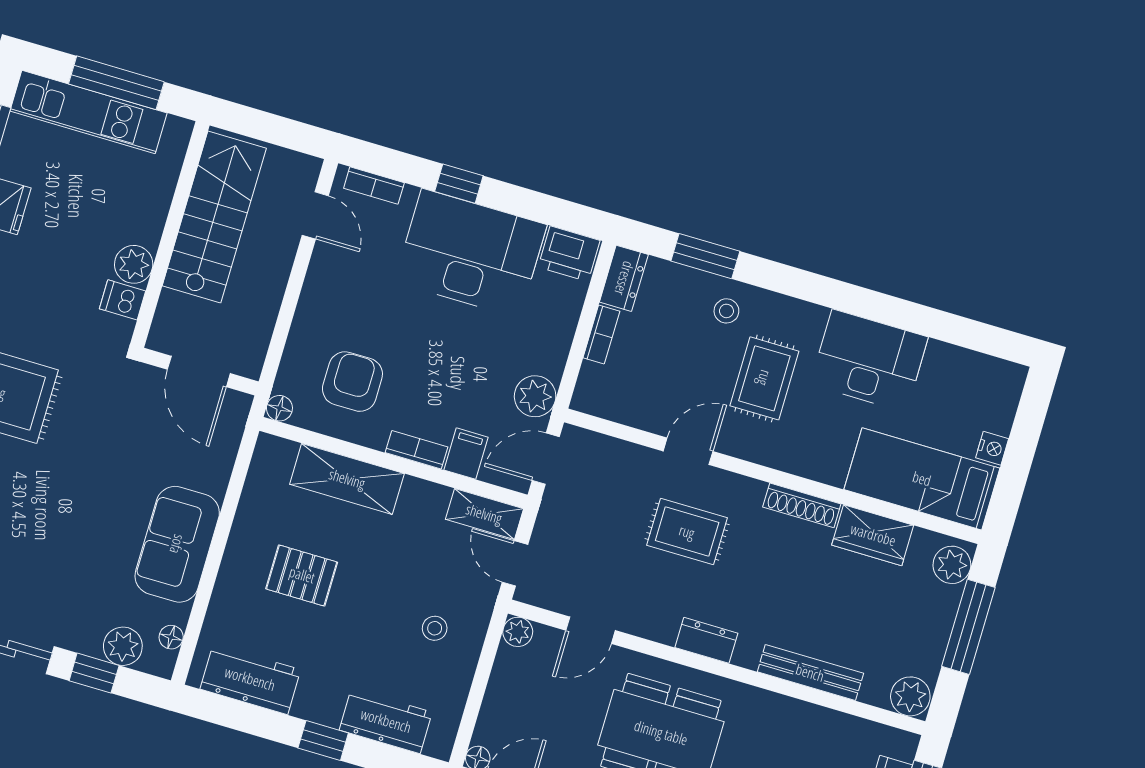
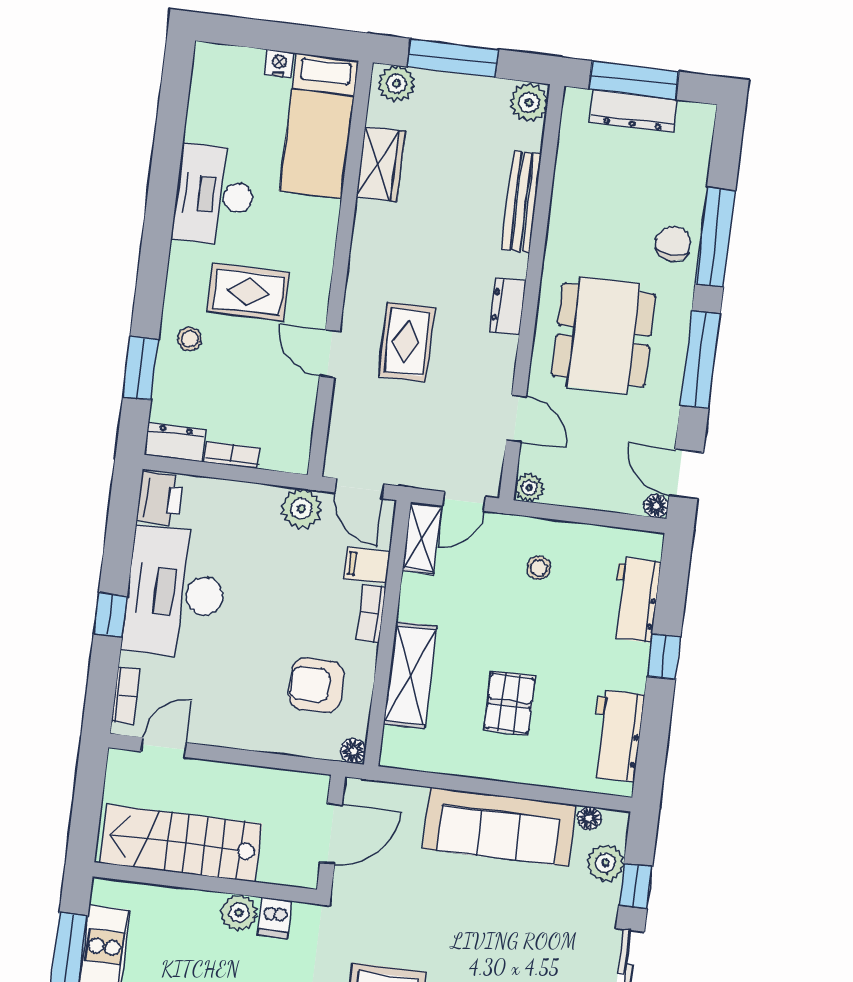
shoe rack: (802, 505) -> (364, 236), removed
sofa: (177, 544) -> (499, 827), width x1.36

